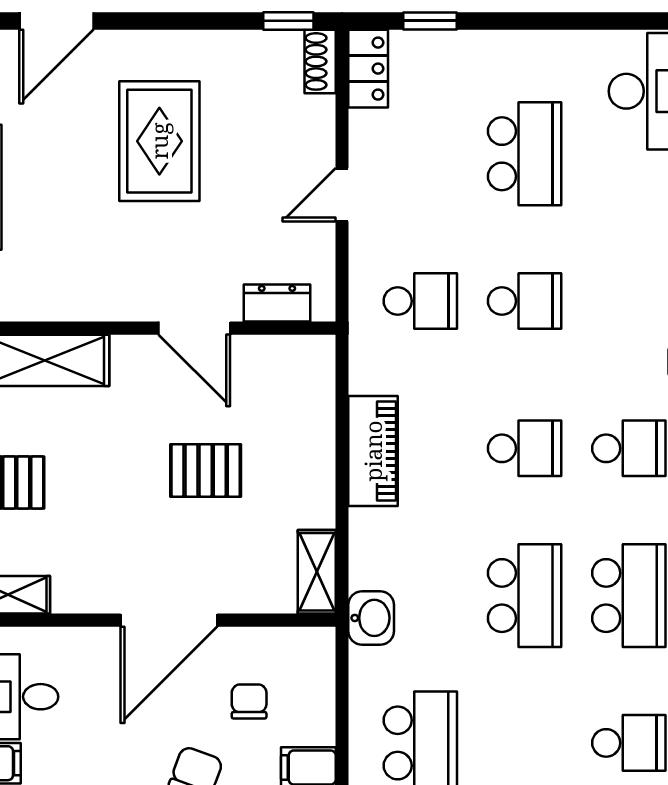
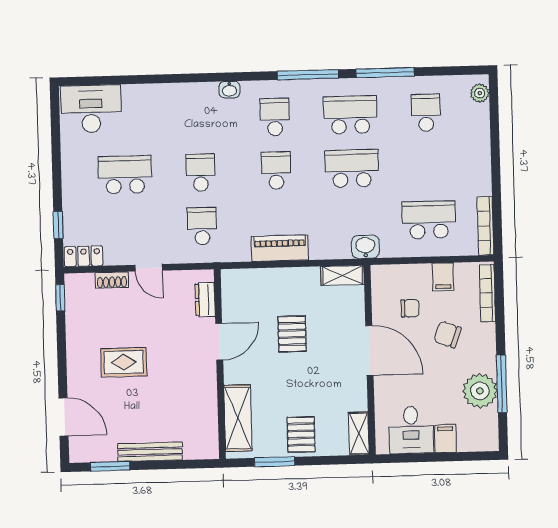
shoe rack: (320, 61) -> (112, 280), moved
rug: (159, 141) -> (124, 362), width x0.73, depth x0.70
chair: (249, 702) -> (410, 308), turned 180

